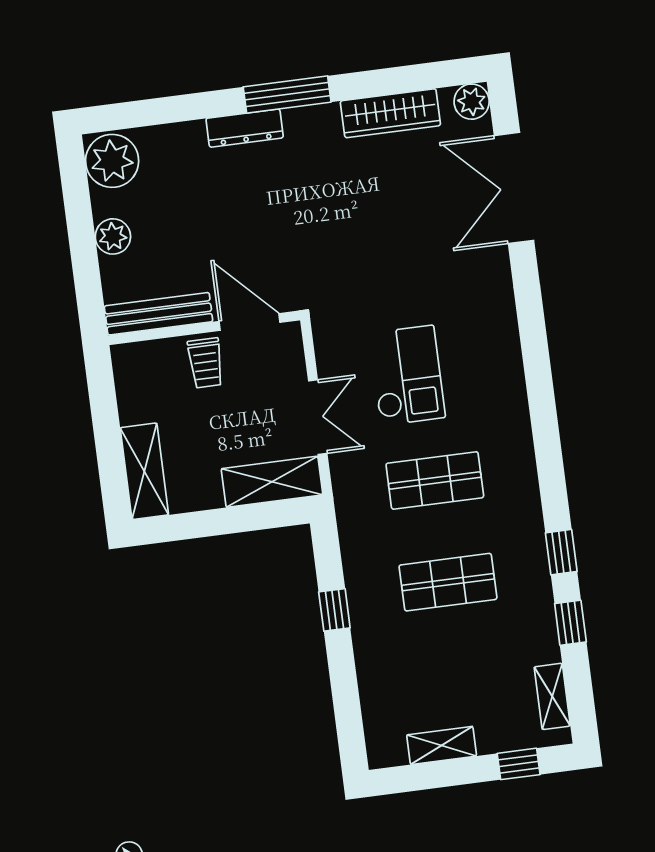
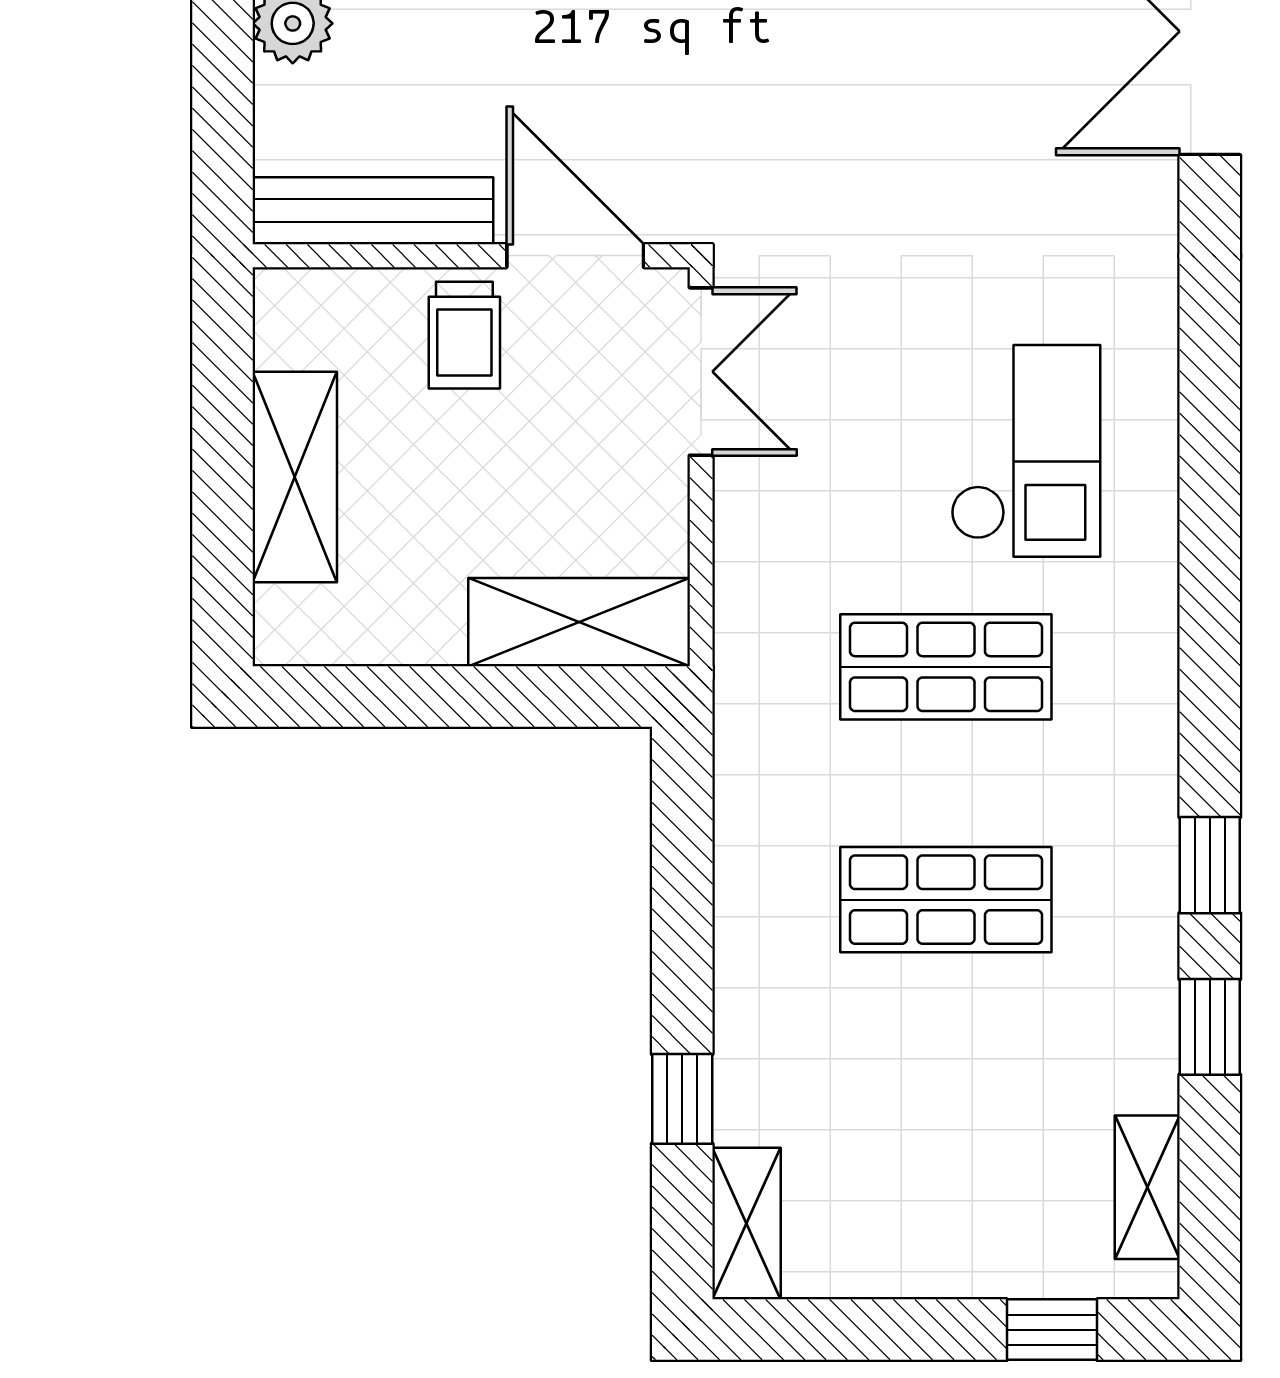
checkout: (407, 375) -> (1026, 451), moved
double door: (318, 417) -> (701, 372), moved
shelving: (144, 471) -> (295, 477), moved
window: (334, 610) -> (682, 1099), moved
shelving: (442, 745) -> (747, 1224), moved, turned 90

